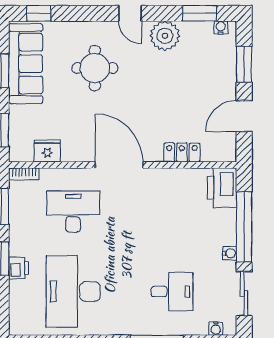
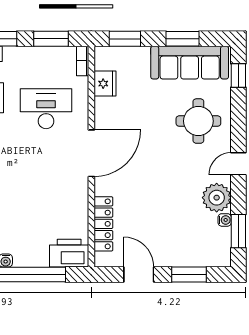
water cooler: (221, 27) -> (225, 220), moved
round table: (95, 68) -> (198, 121), moved
locker: (182, 153) -> (103, 224), width x1.53
desk: (73, 212) -> (46, 109), turned -90

